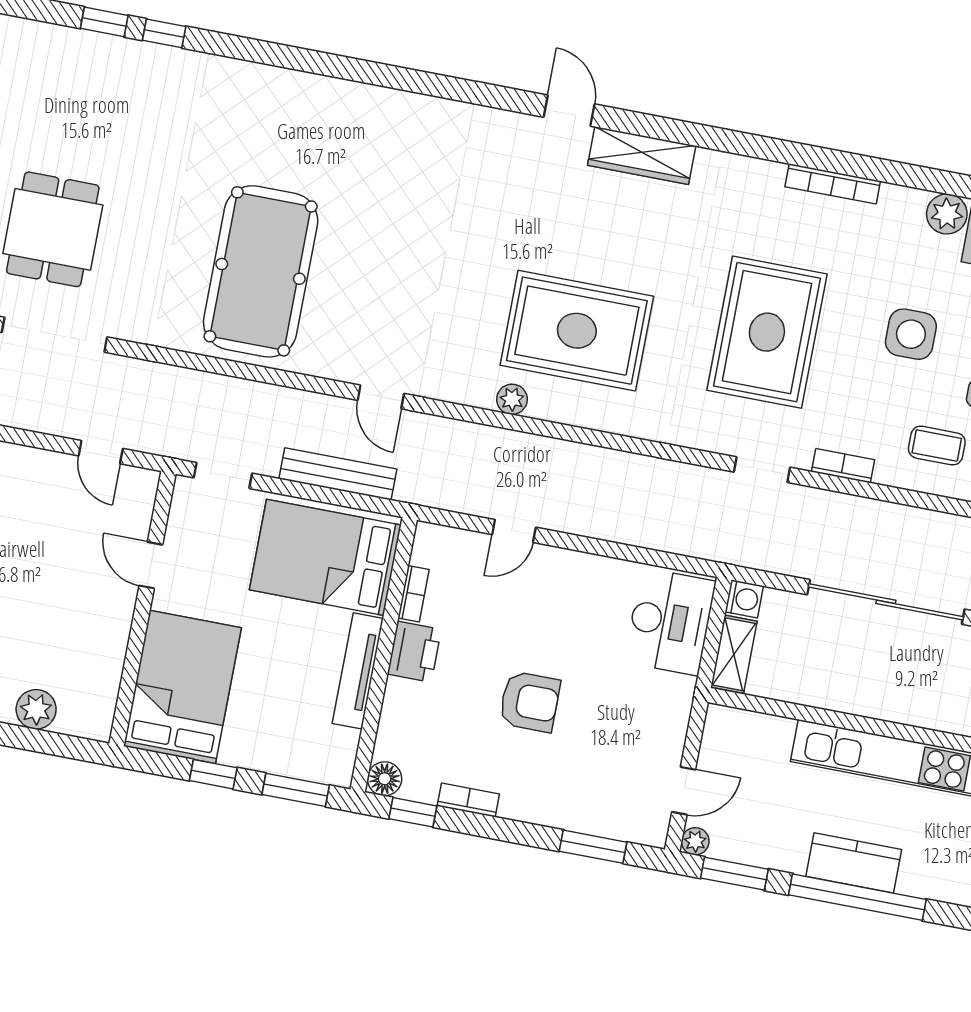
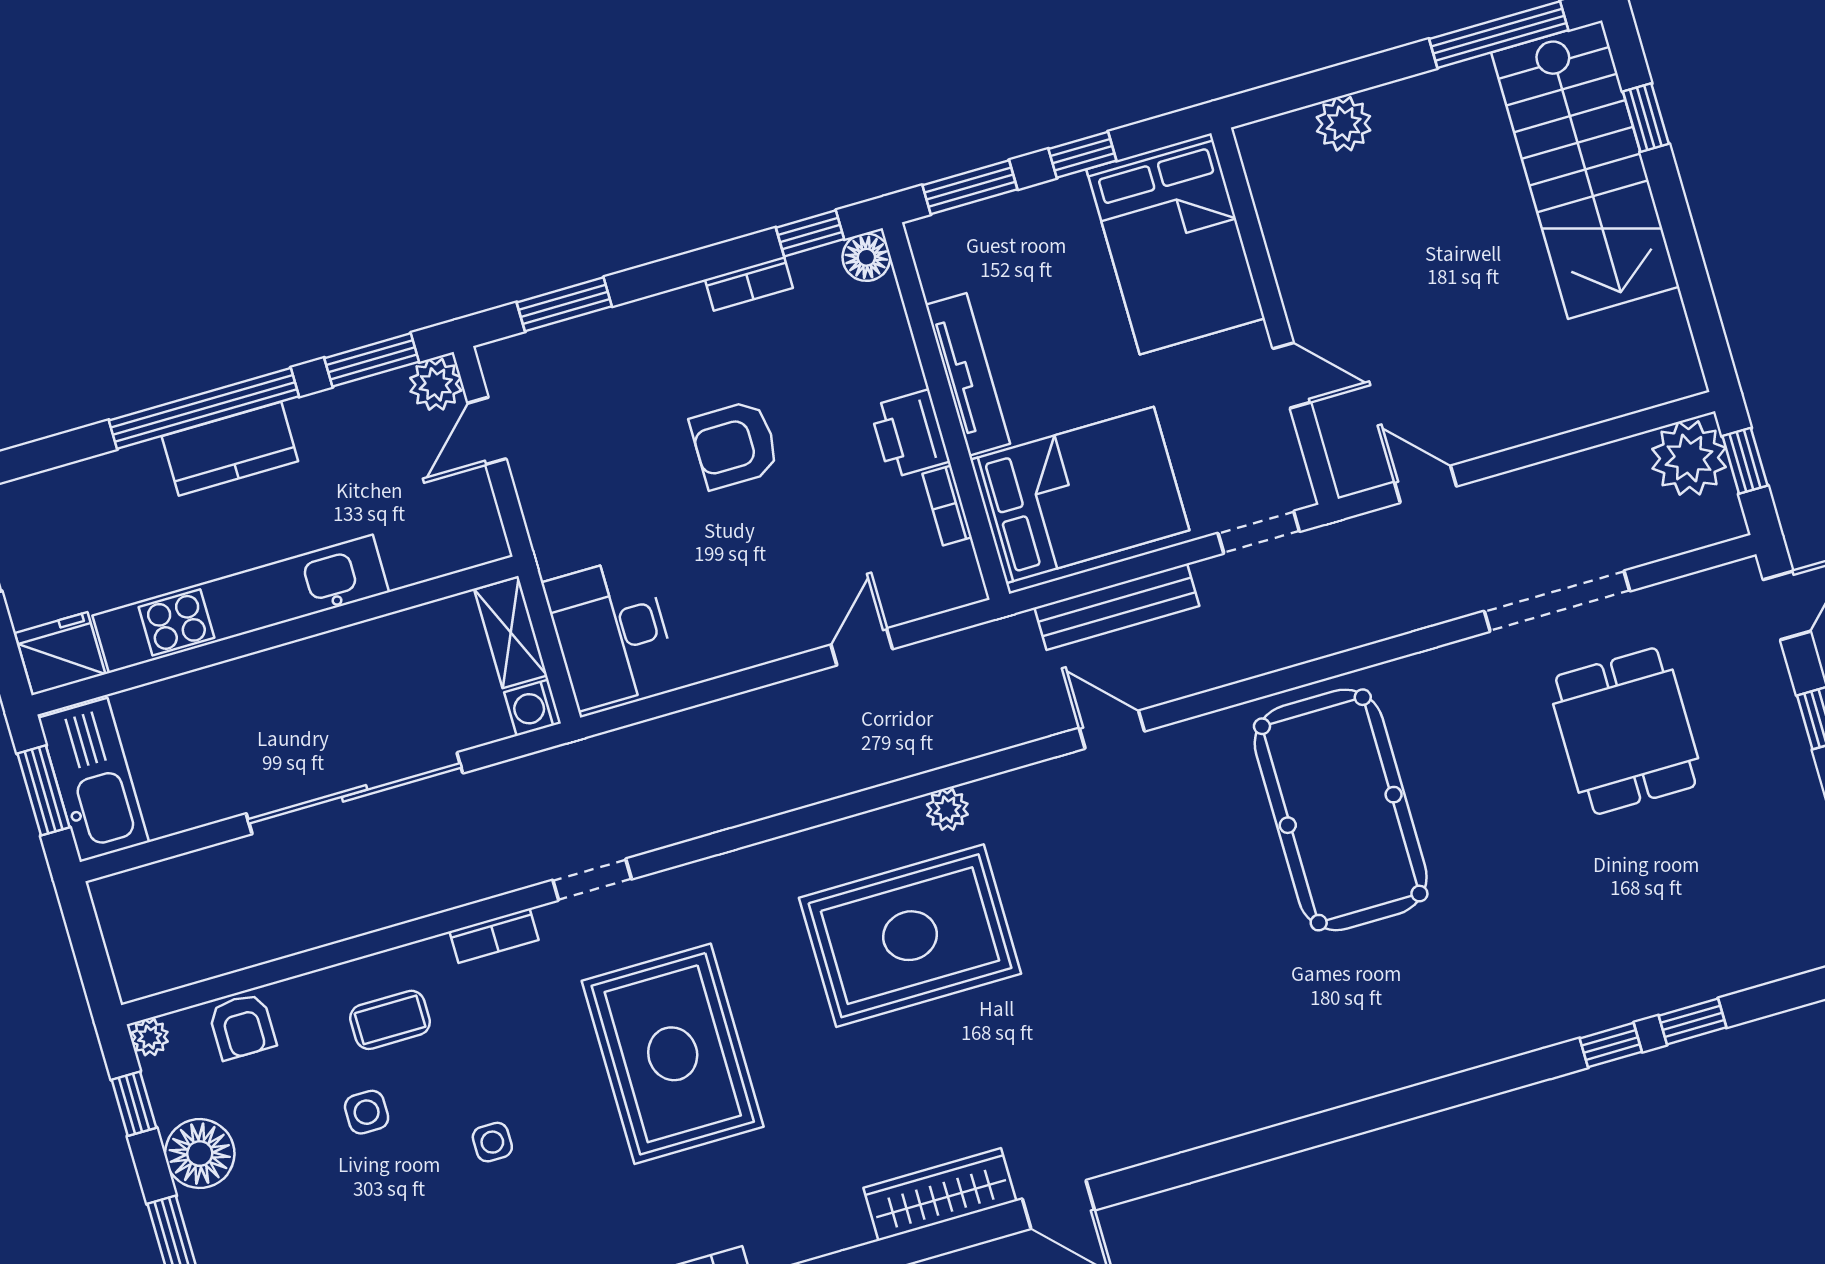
side table: (911, 334) -> (492, 1142), width x0.54, depth x0.54
plant: (695, 841) -> (436, 384), width x1.38, depth x1.38

